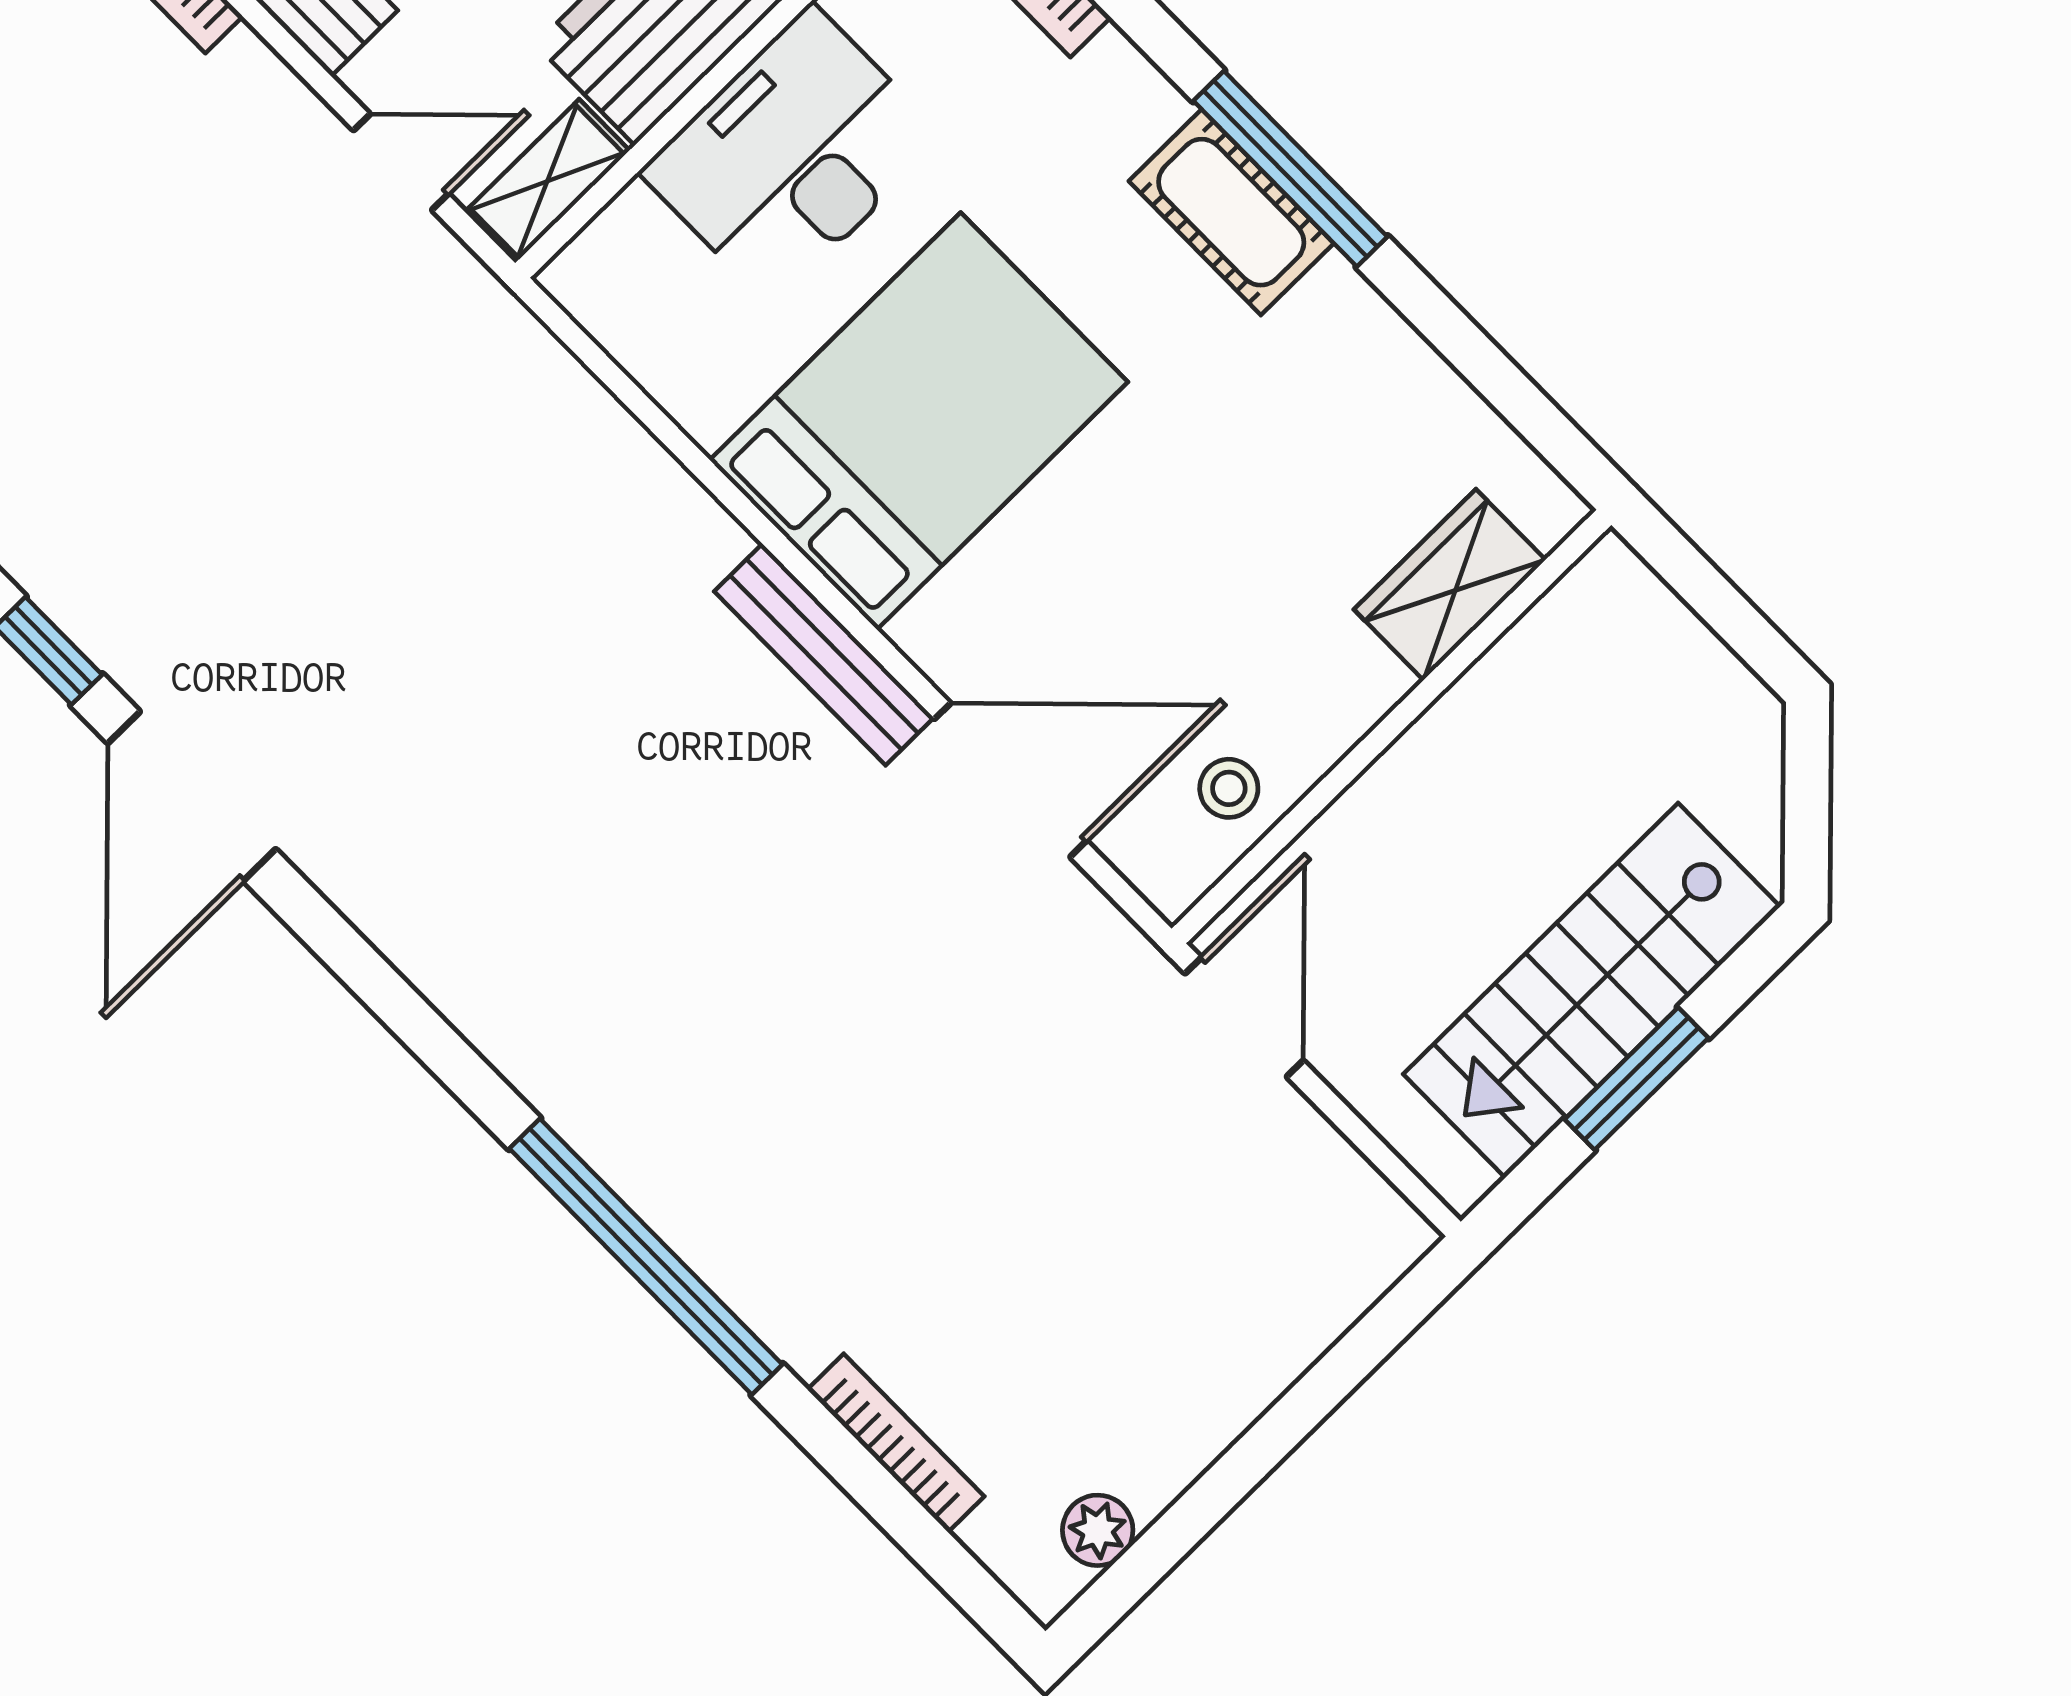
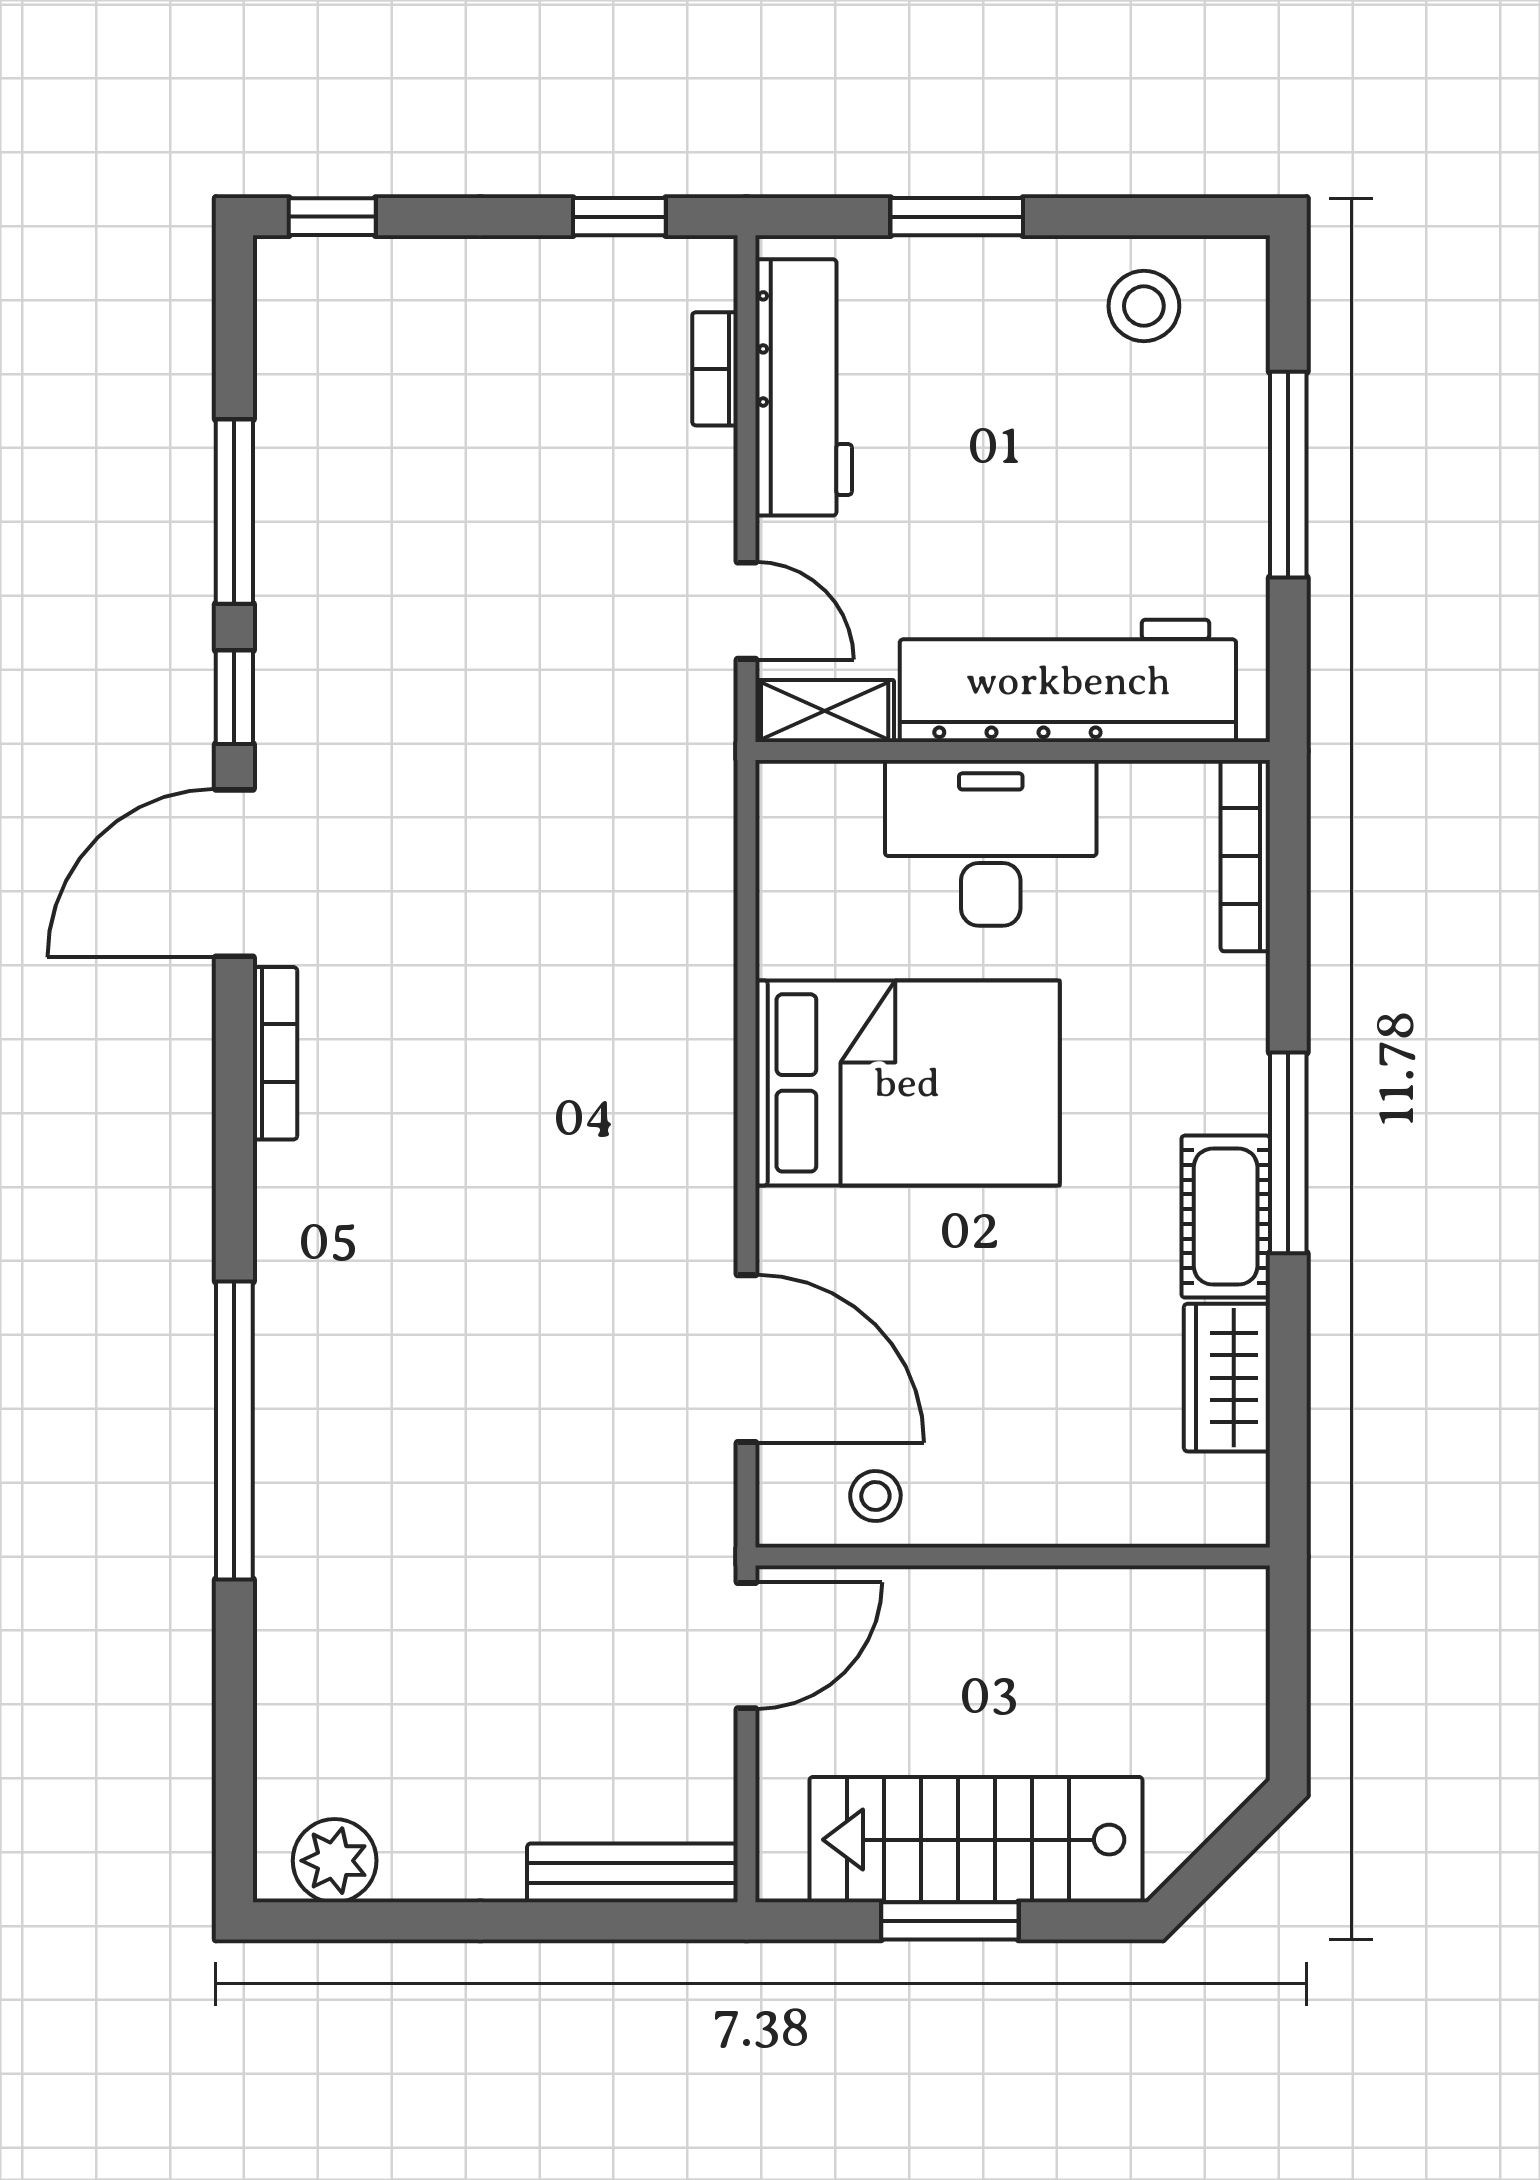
cot: (1231, 212) -> (1226, 1217), moved
wardrobe: (1450, 585) -> (1227, 1378), moved, turned -90
bench: (824, 654) -> (632, 1873), moved, turned 90
bookcase: (896, 1443) -> (275, 1053), moved
plant: (1098, 1530) -> (335, 1861), width x1.38, depth x1.38

